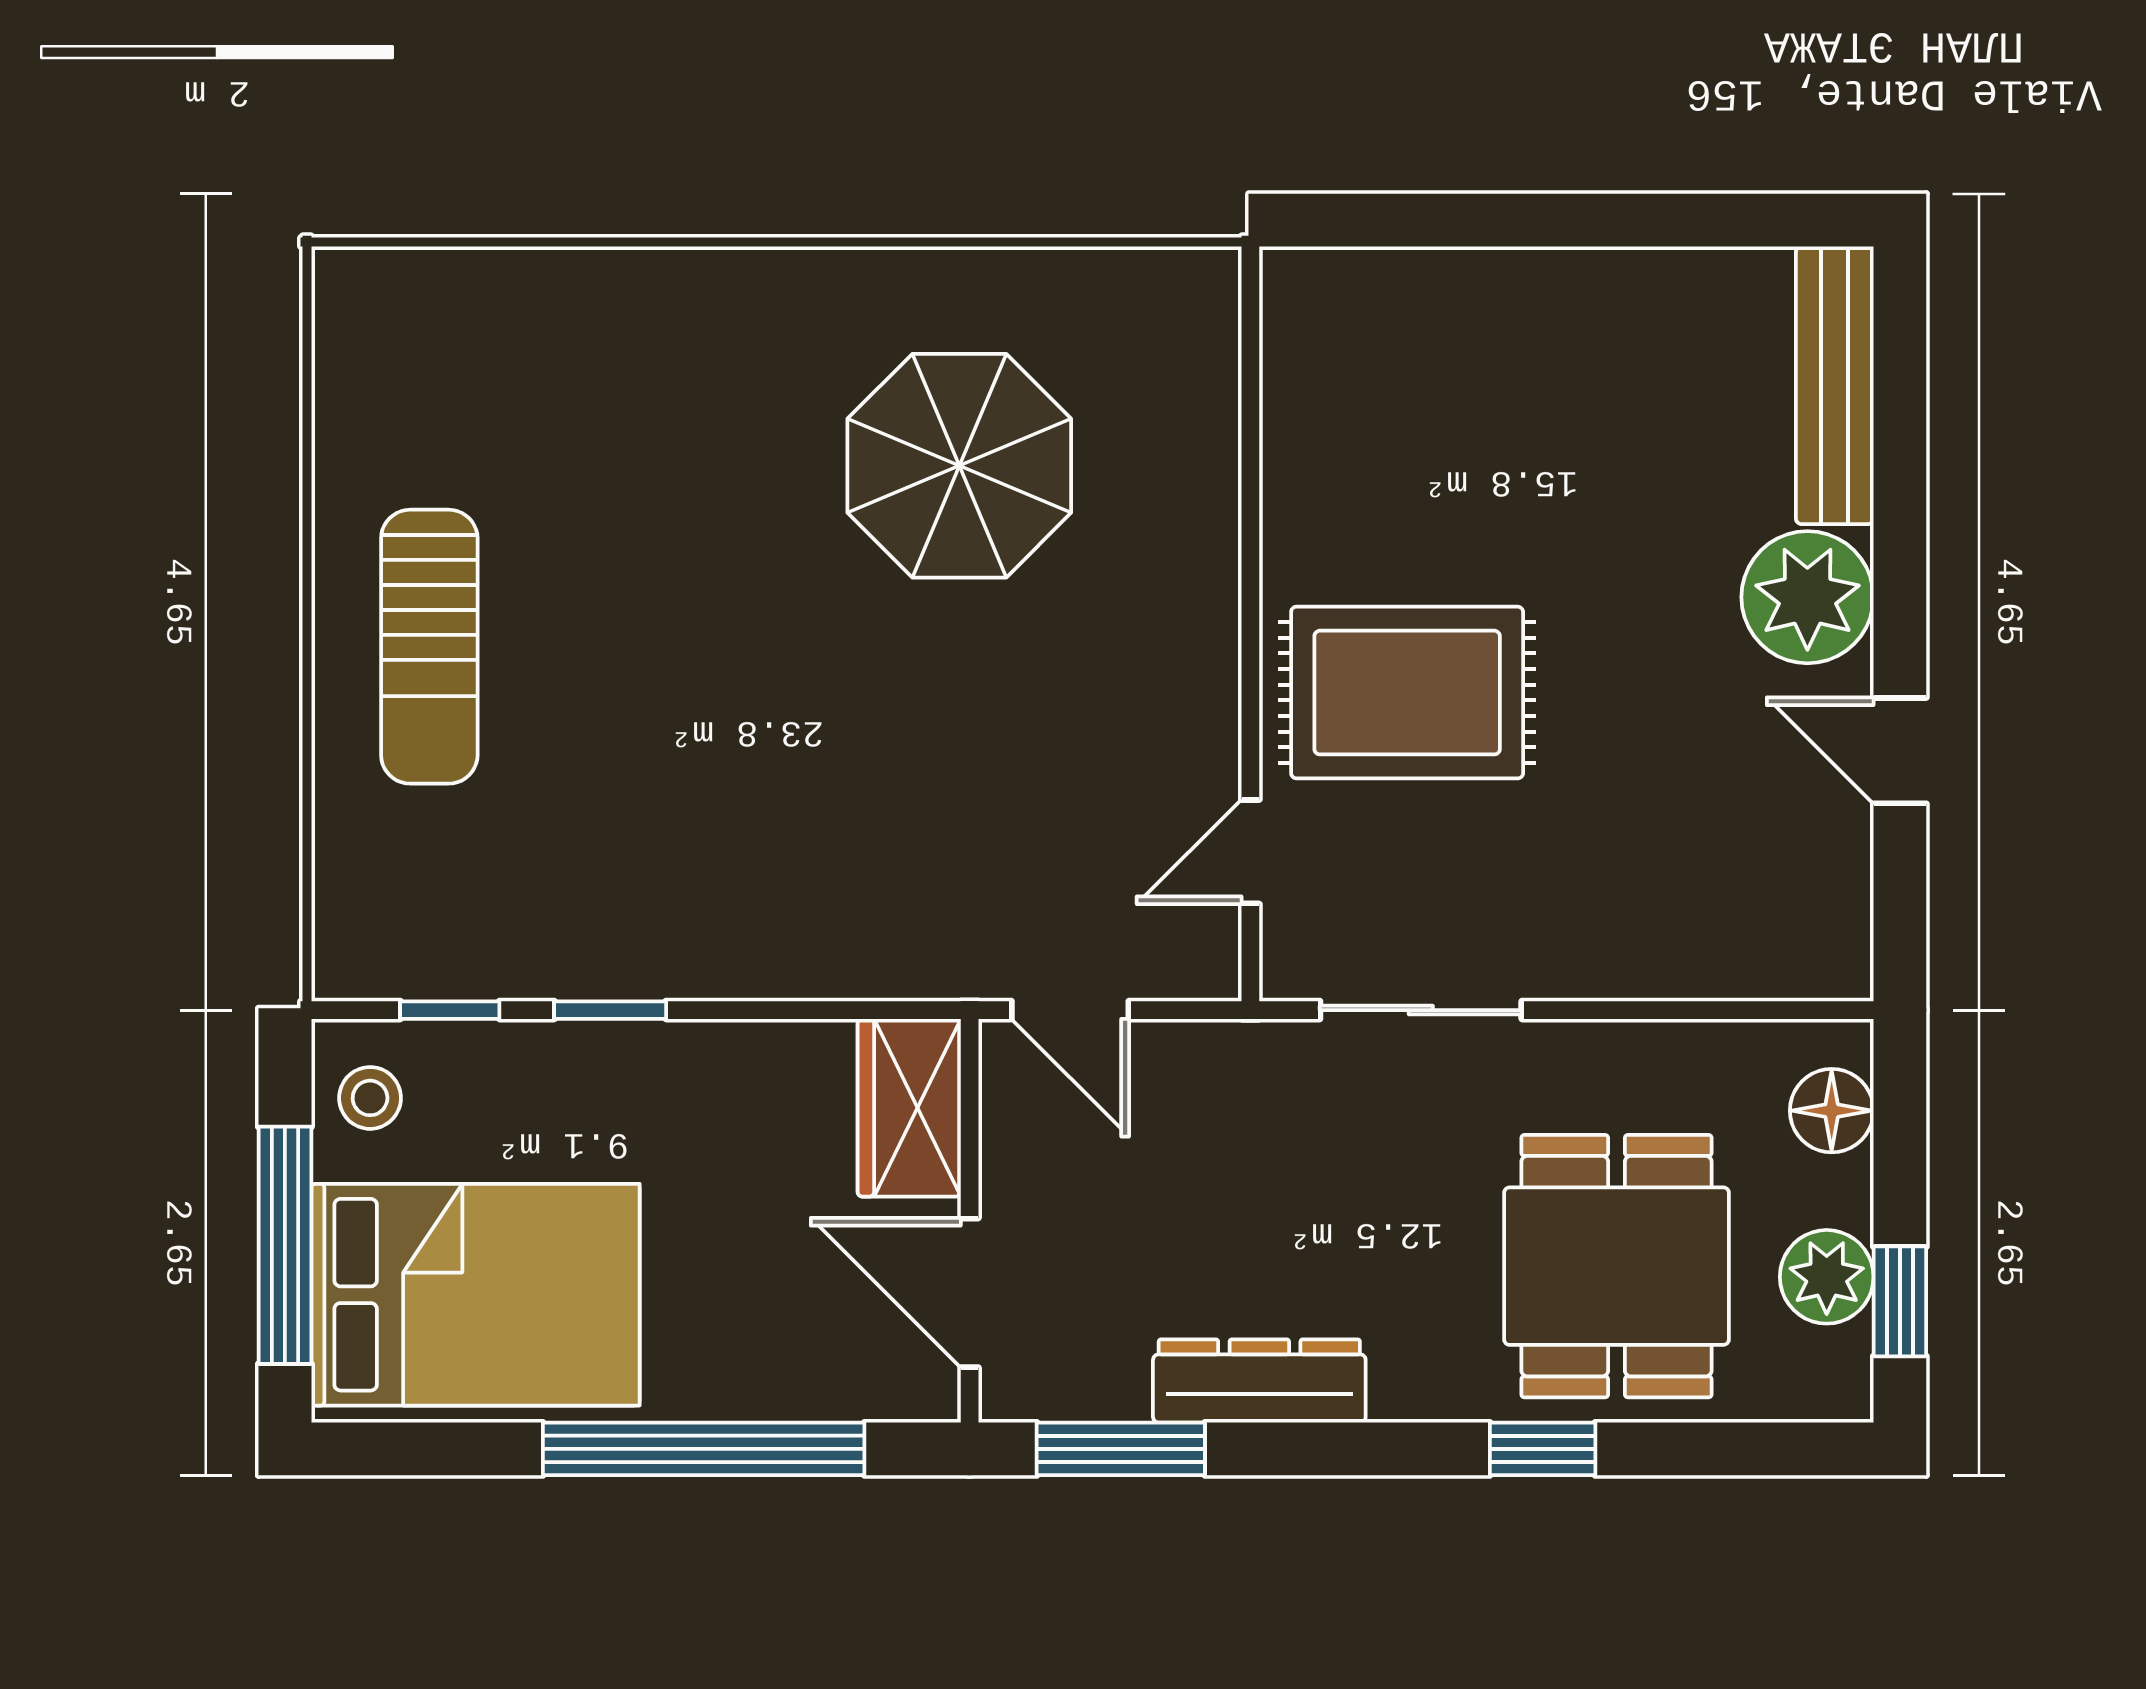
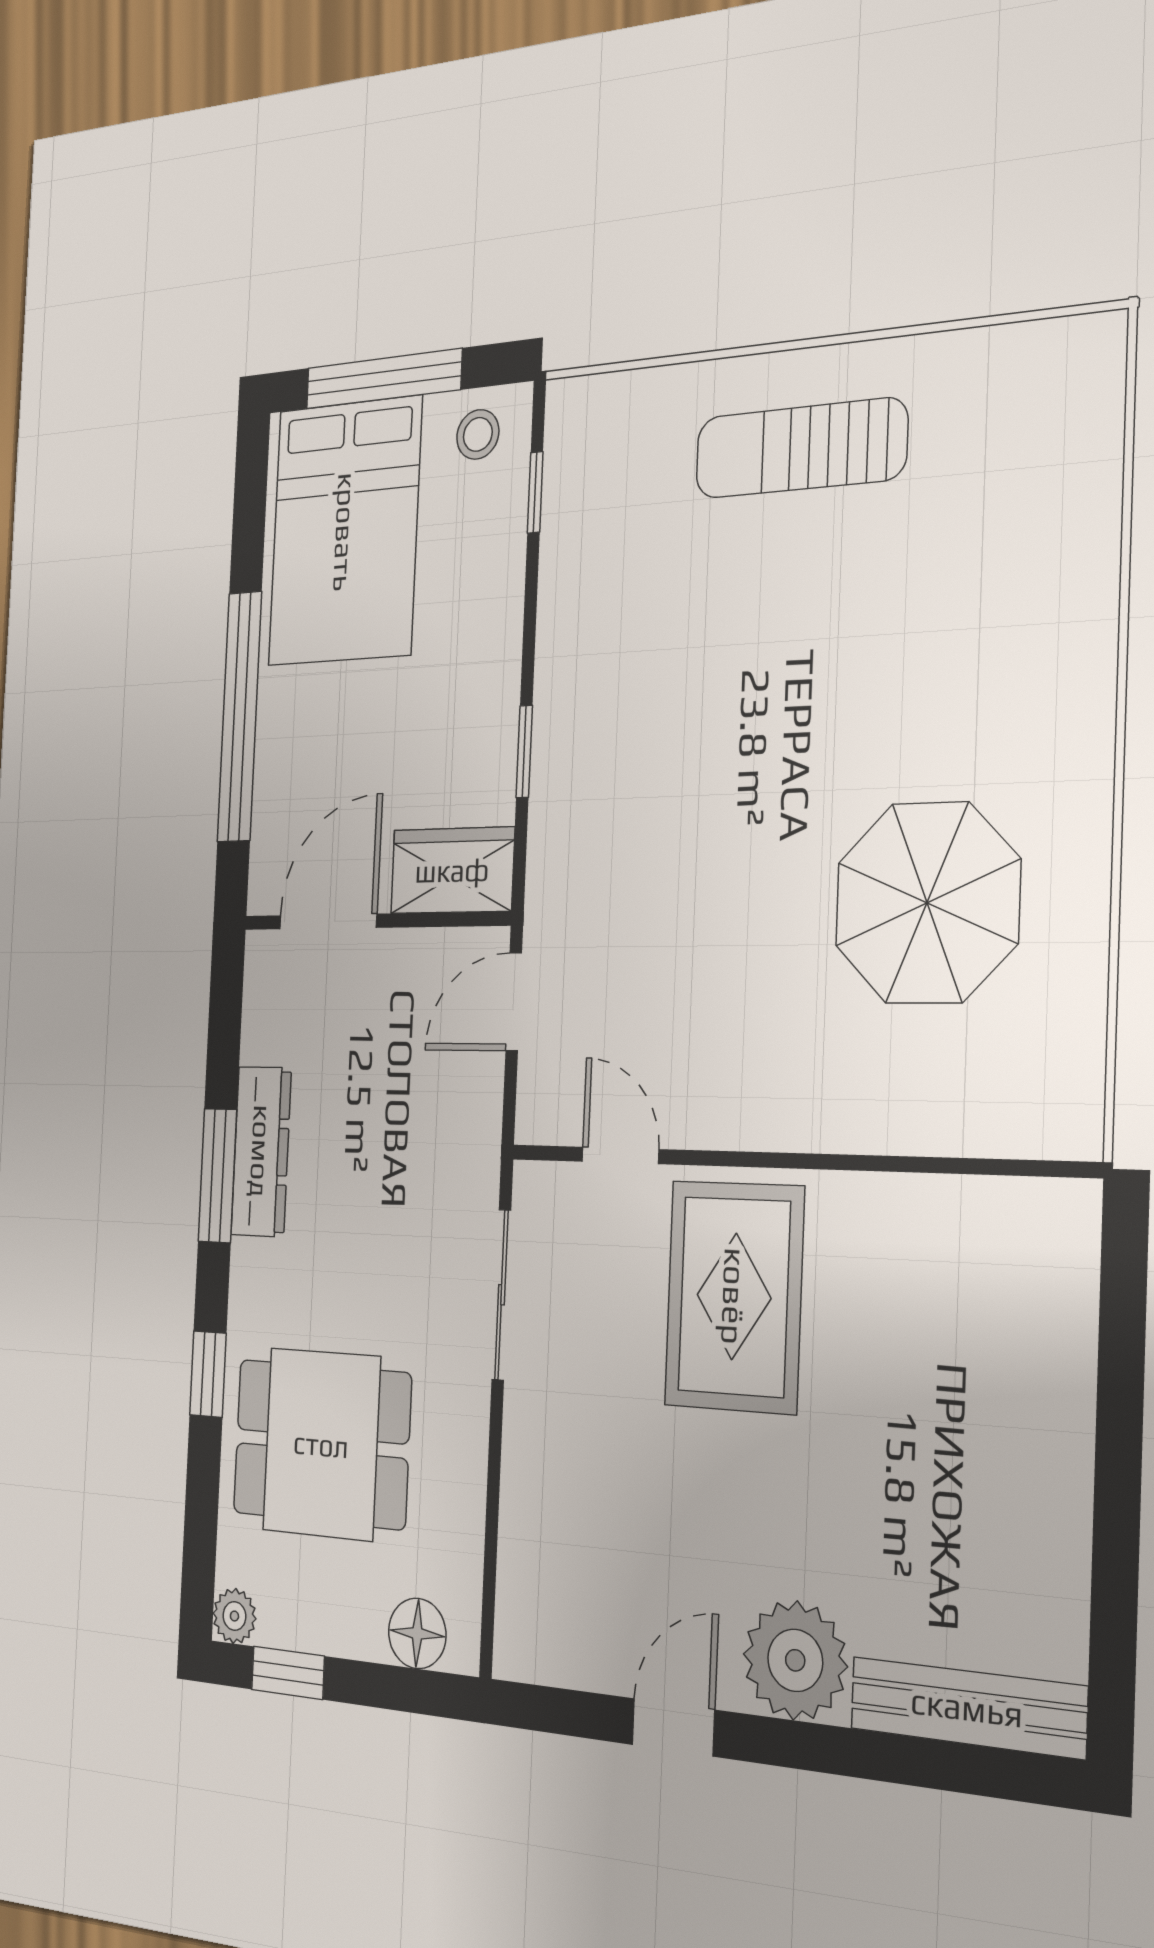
window: (610, 1010) -> (524, 751), moved
plant: (1827, 1277) -> (234, 1616), moved, width x0.73, depth x0.73
window: (1121, 1449) -> (217, 1176), moved

